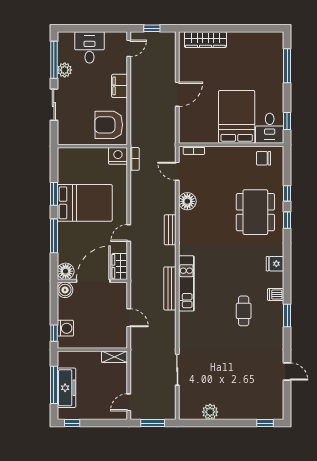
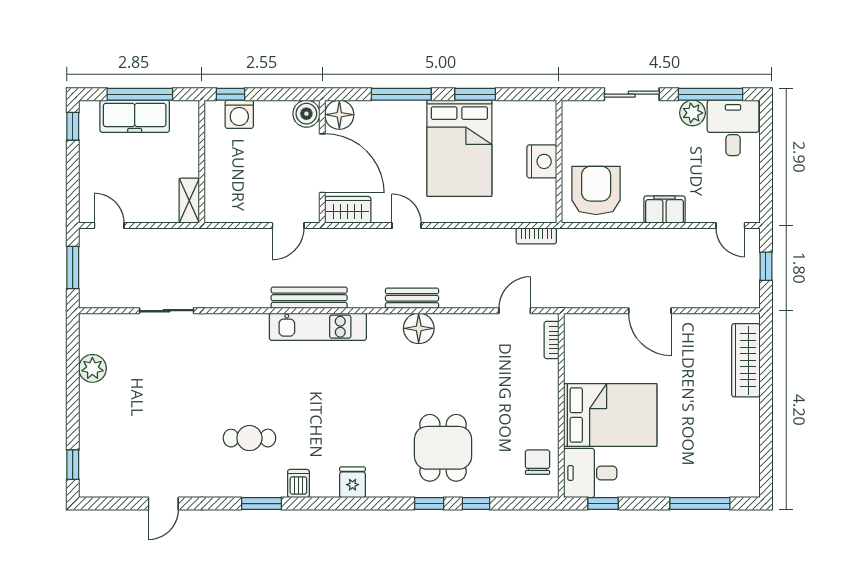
desk: (89, 47) -> (733, 128), moved, turned -90
nightstand: (118, 156) -> (542, 161), moved
floor lamp: (187, 201) -> (419, 328), moved
dining table: (255, 212) -> (443, 448), width x0.73
cafe table: (244, 311) -> (249, 438), moved
door: (129, 318) -> (288, 226), moved

